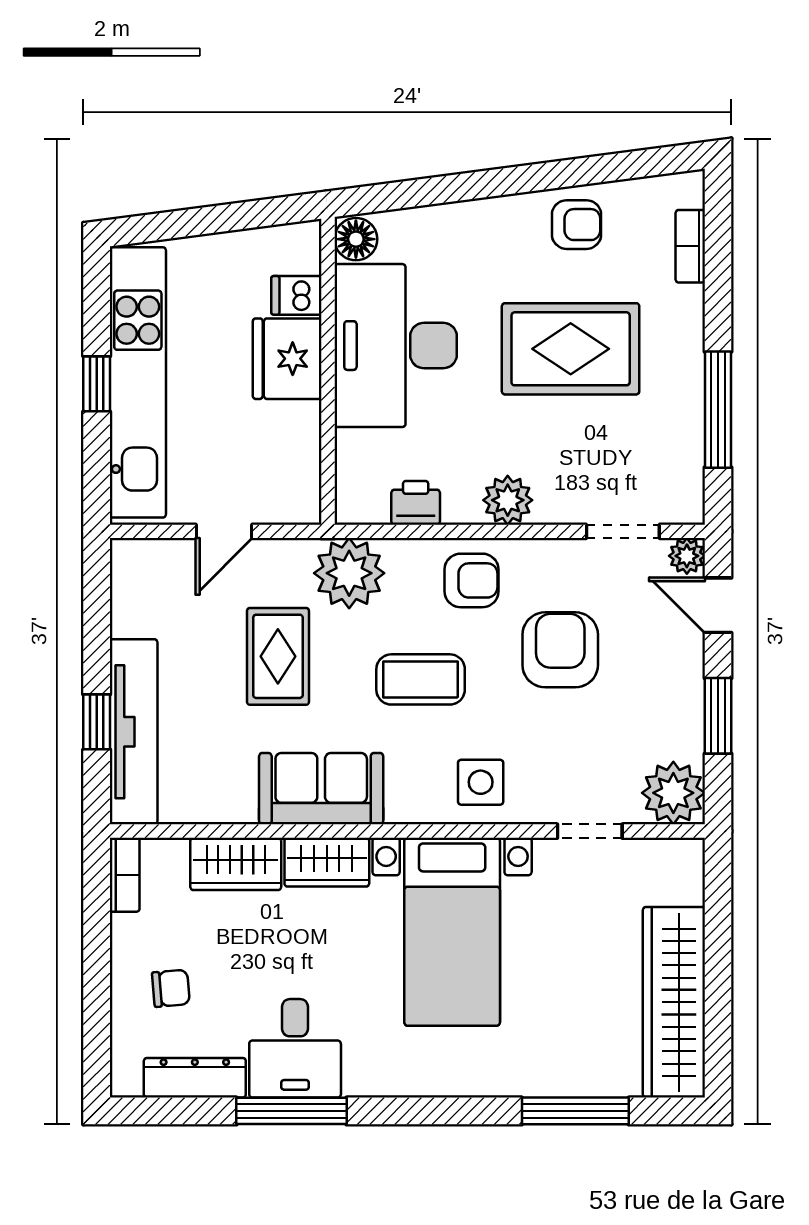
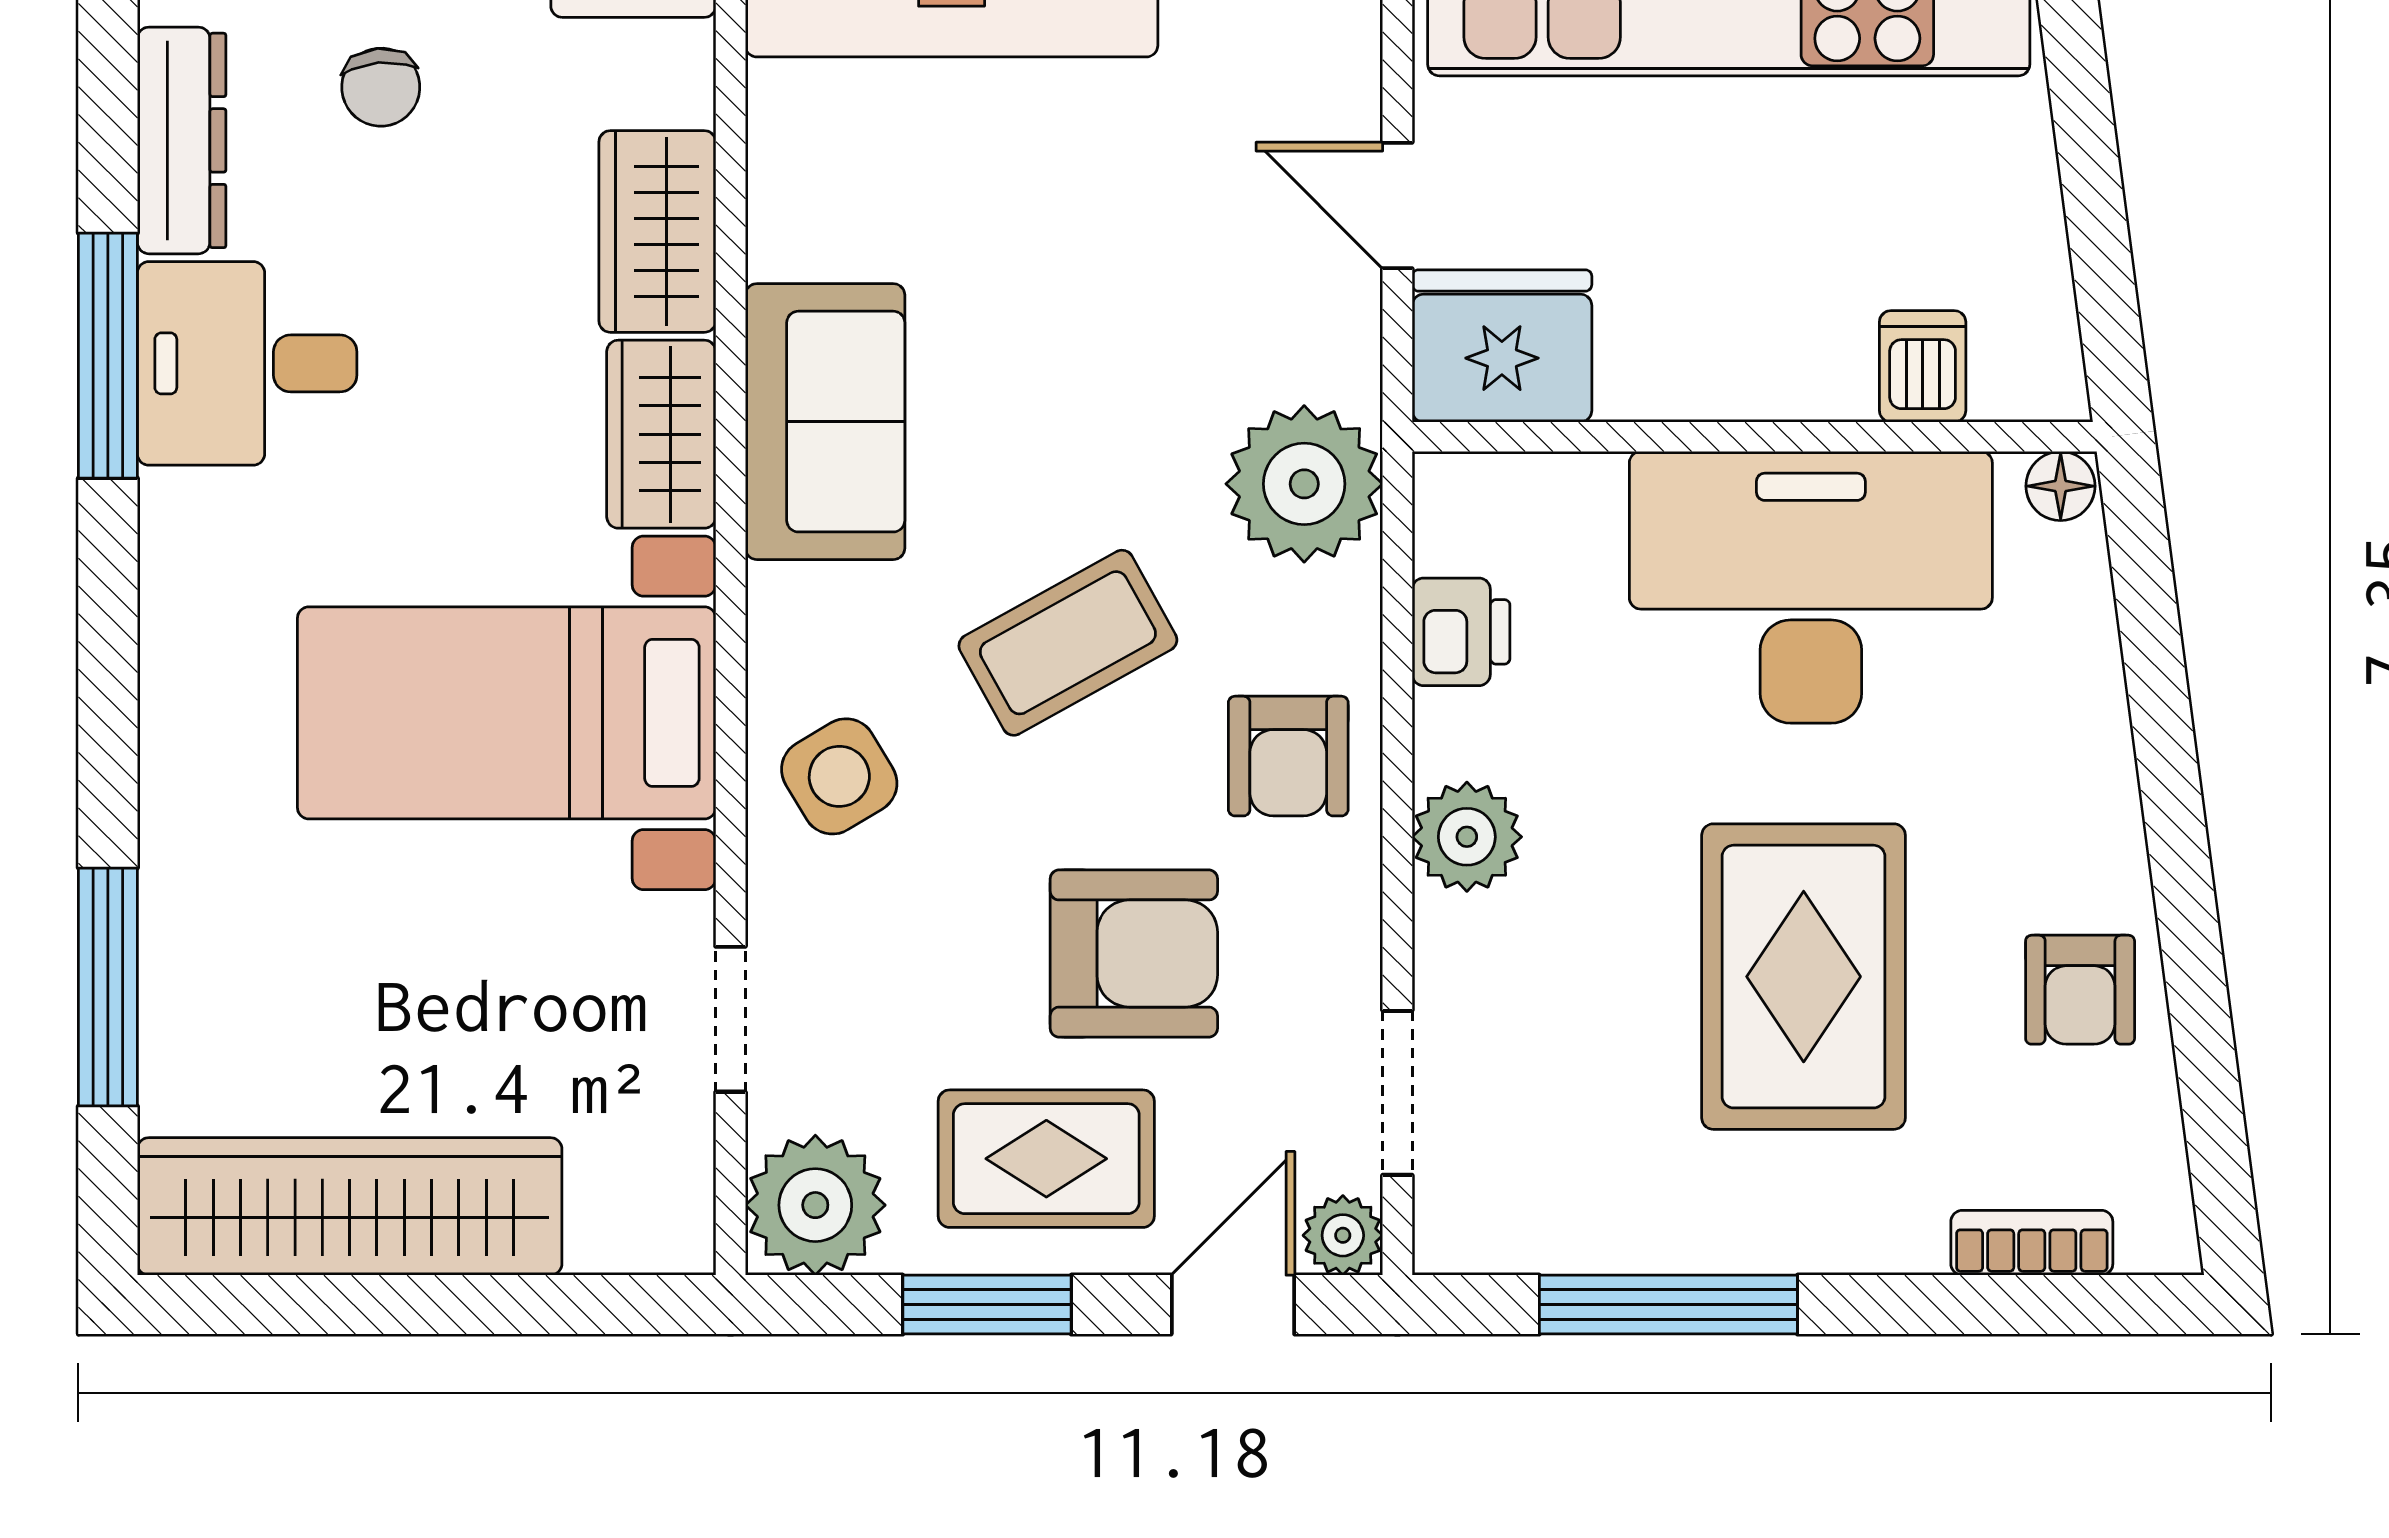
floor lamp: (356, 239) -> (2061, 486), width x0.73, depth x0.73
fridge: (287, 359) -> (1502, 346), moved
rug: (278, 656) -> (1046, 1159), moved
coffee table: (421, 679) -> (1068, 643), turned 61
side table: (481, 782) -> (839, 776), turned -31

